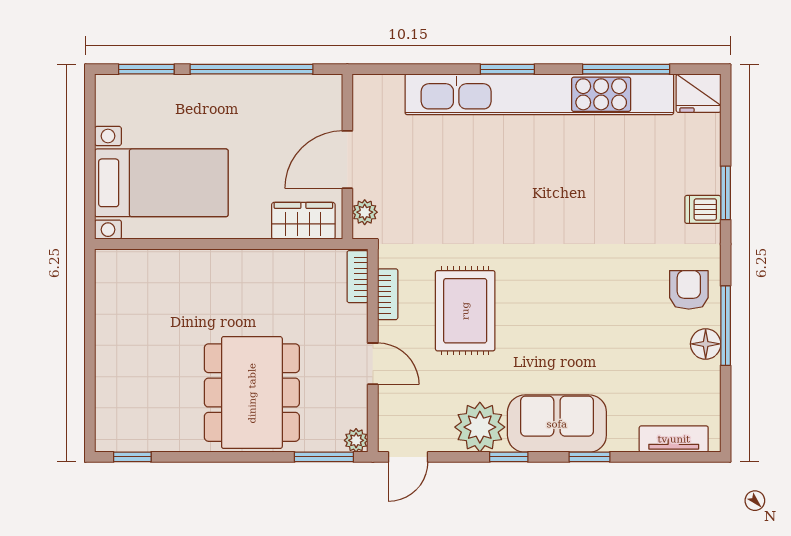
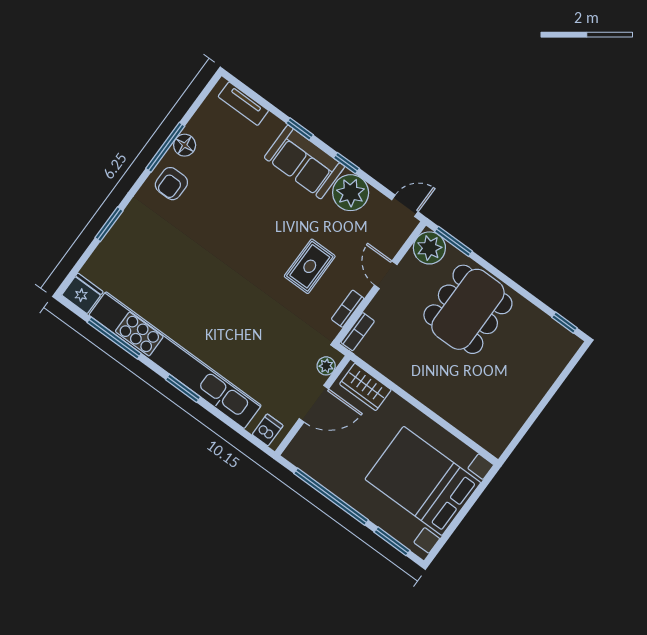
bed with nightstands: (161, 183) -> (423, 481), width x1.36
dishwasher: (703, 209) -> (268, 430), moved, turned -90
rug: (465, 311) -> (310, 266), width x0.73, depth x0.70
plant: (356, 440) -> (429, 248), width x1.88, depth x1.88

